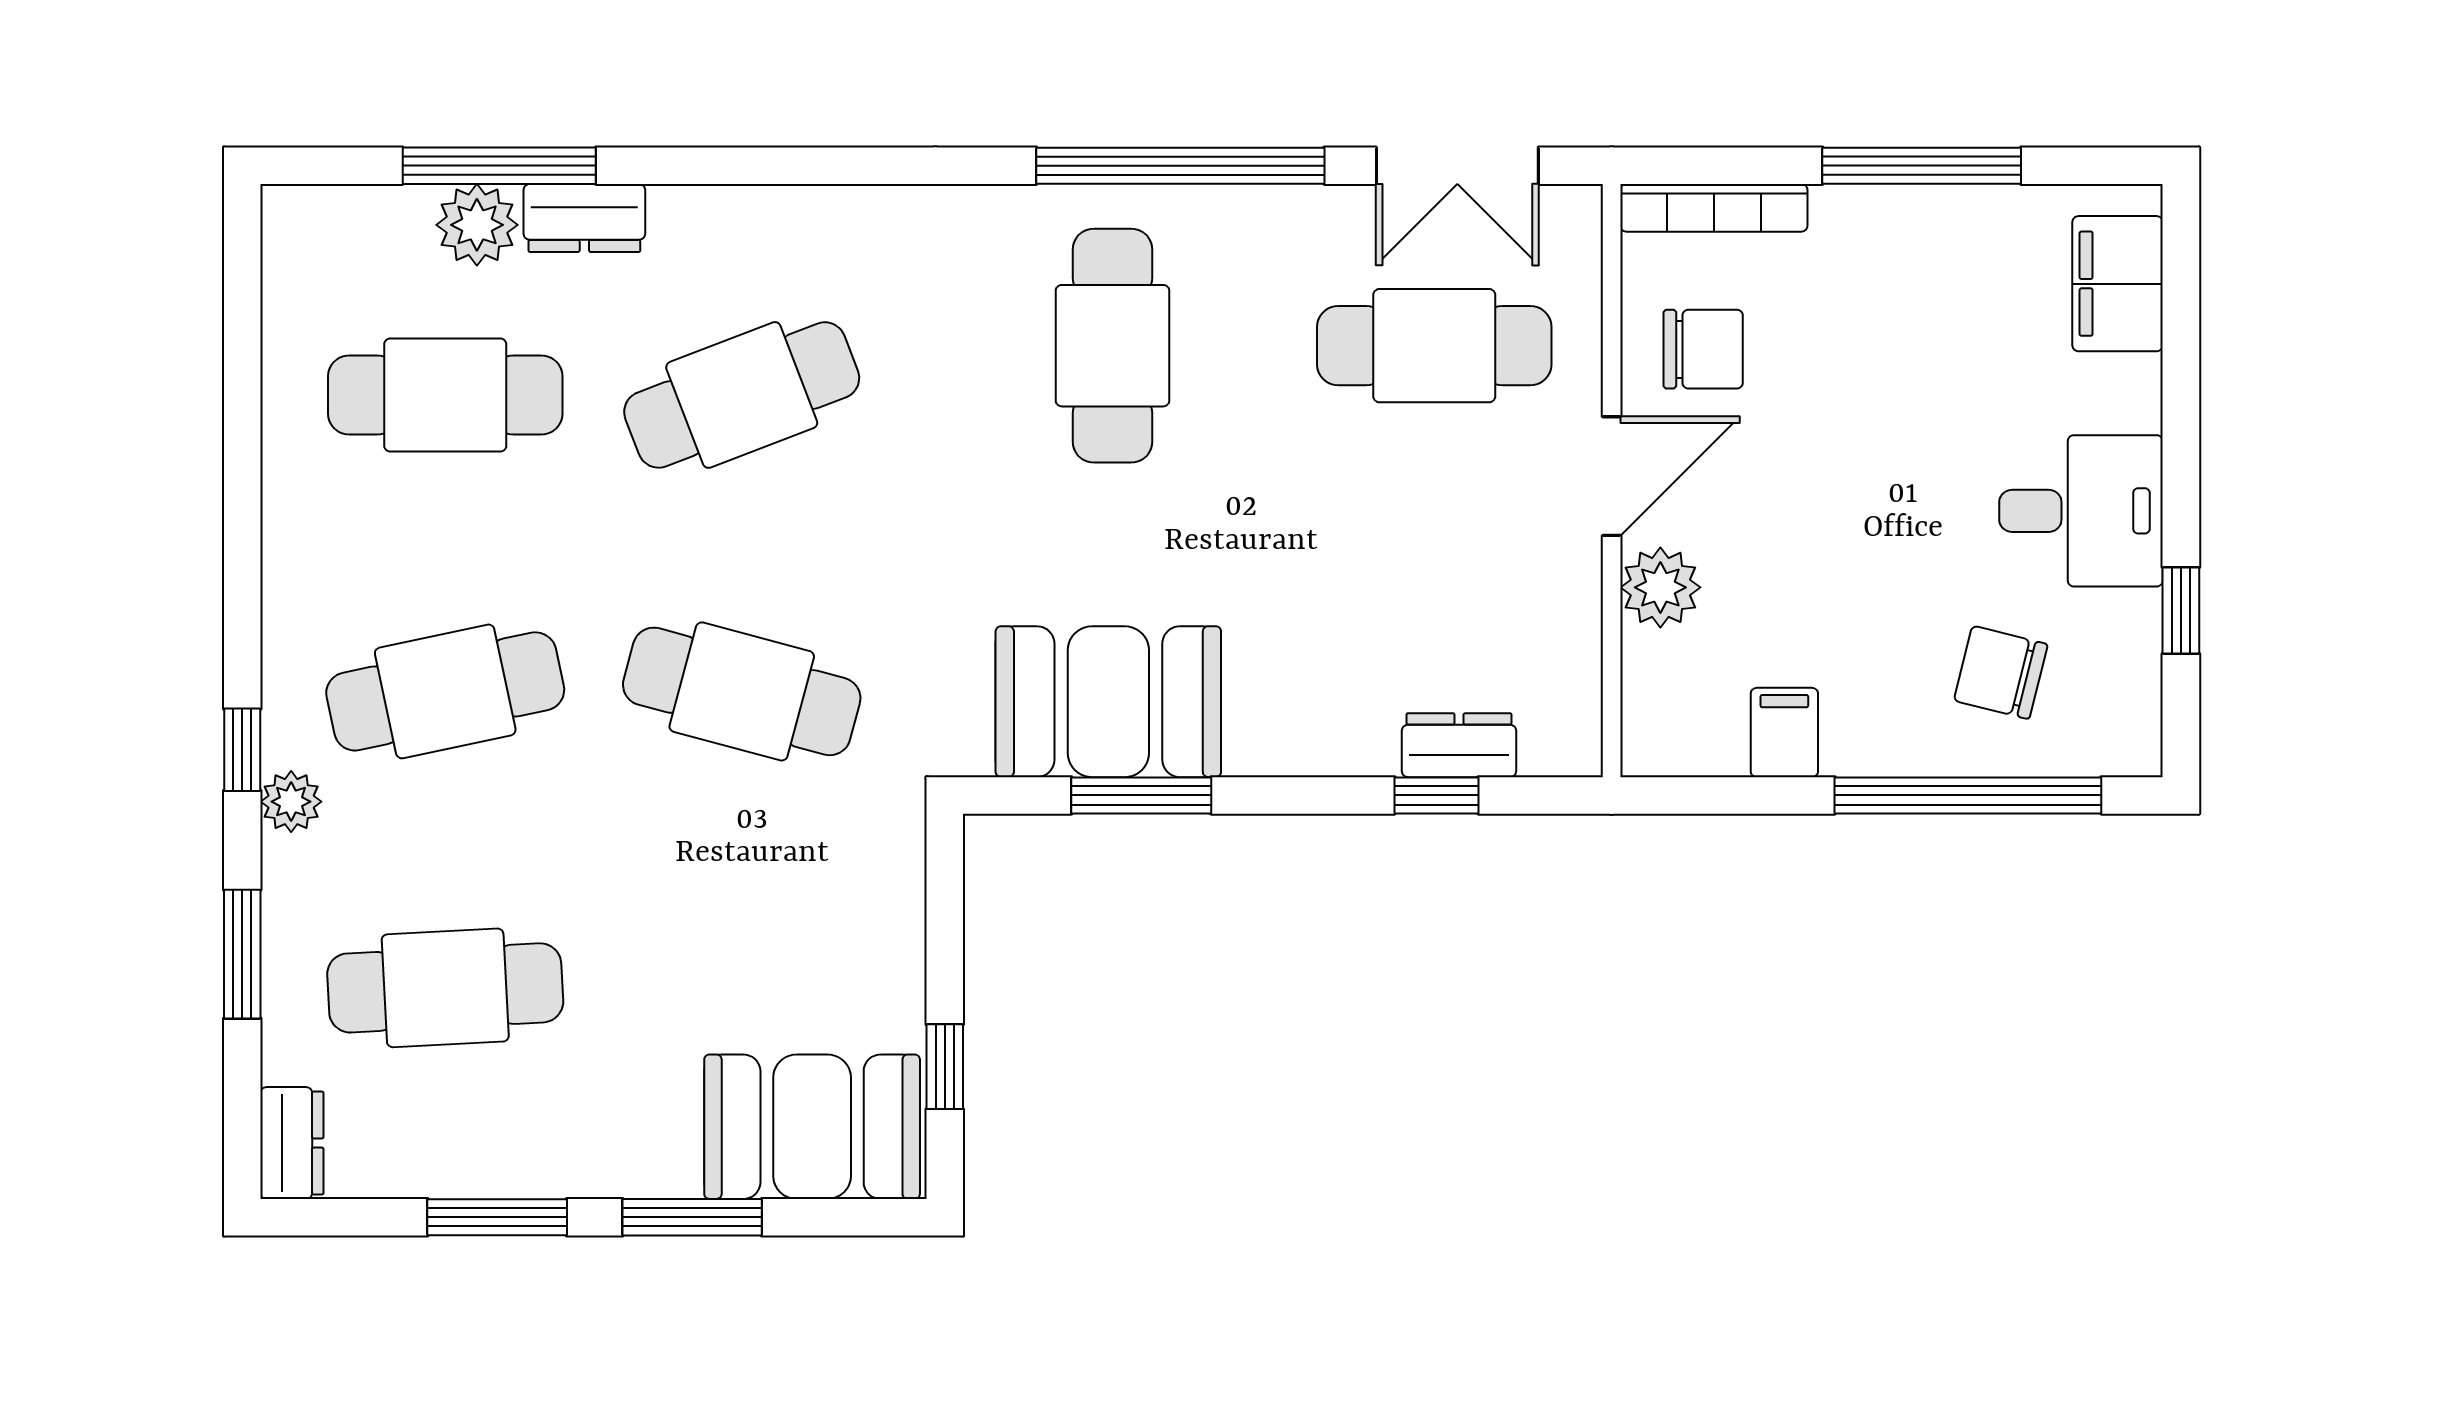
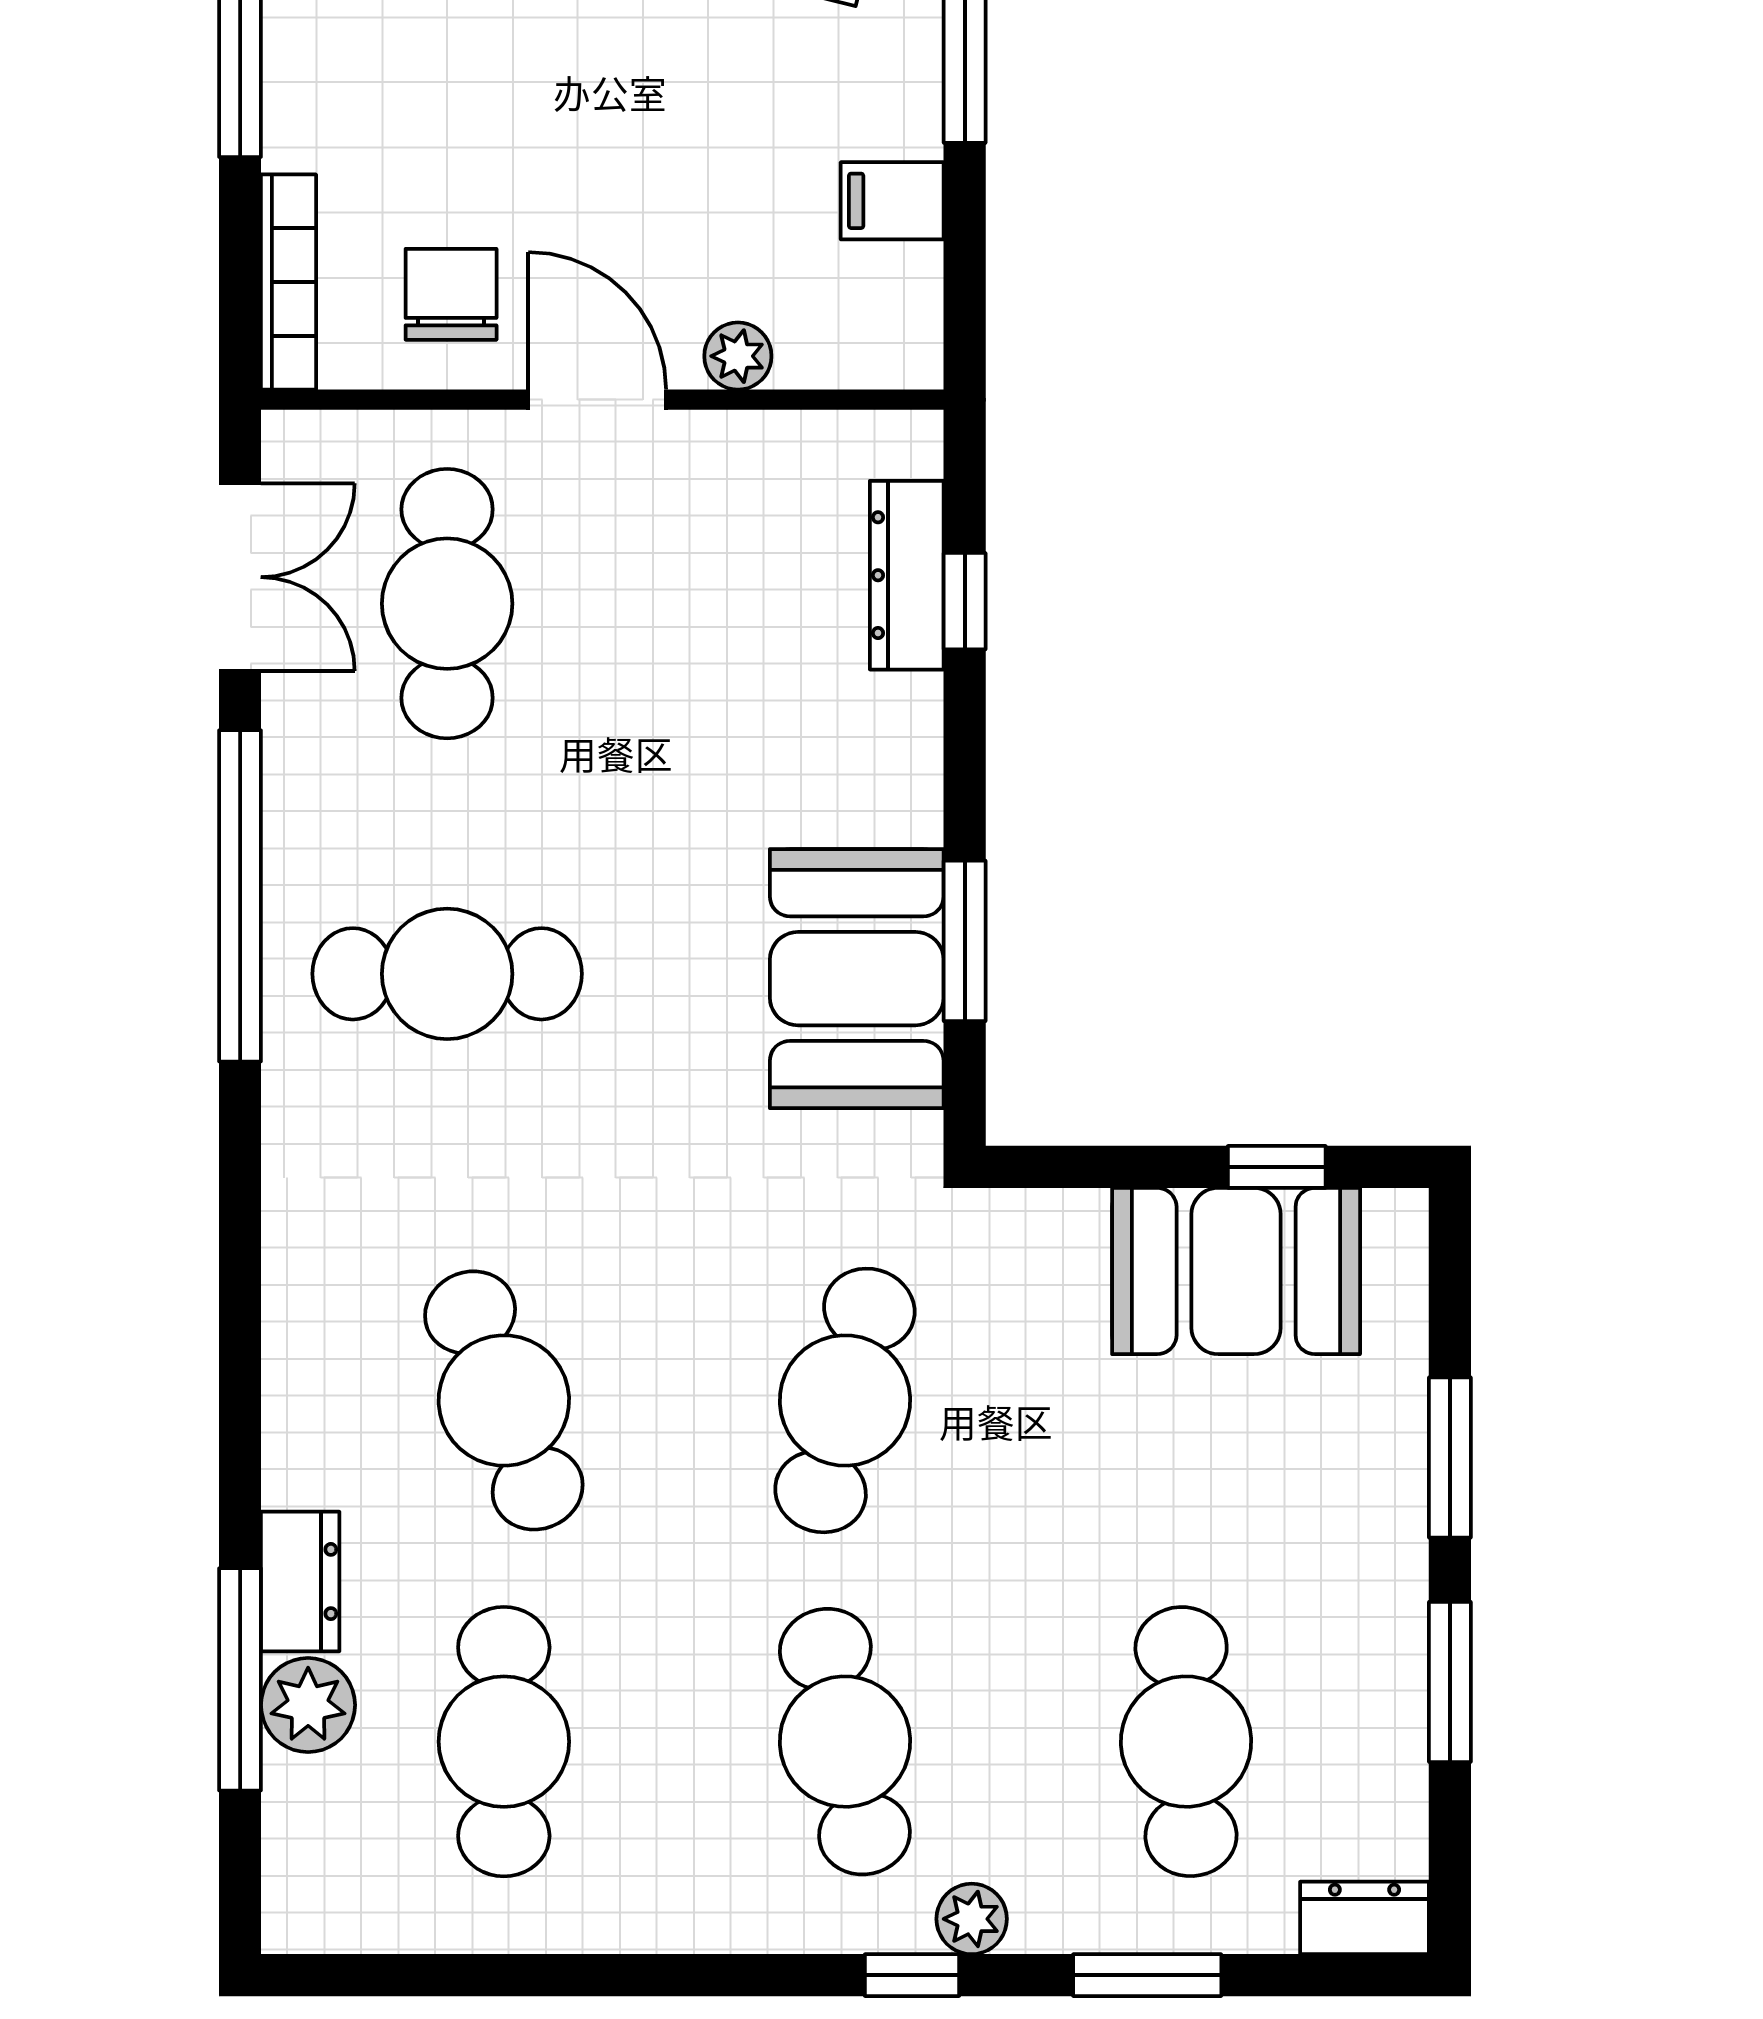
plant: (1660, 587) -> (738, 356), width x0.73, depth x0.73
dresser: (1459, 745) -> (907, 575), width x1.44
booth: (812, 1127) -> (1236, 1271), moved, turned 90

